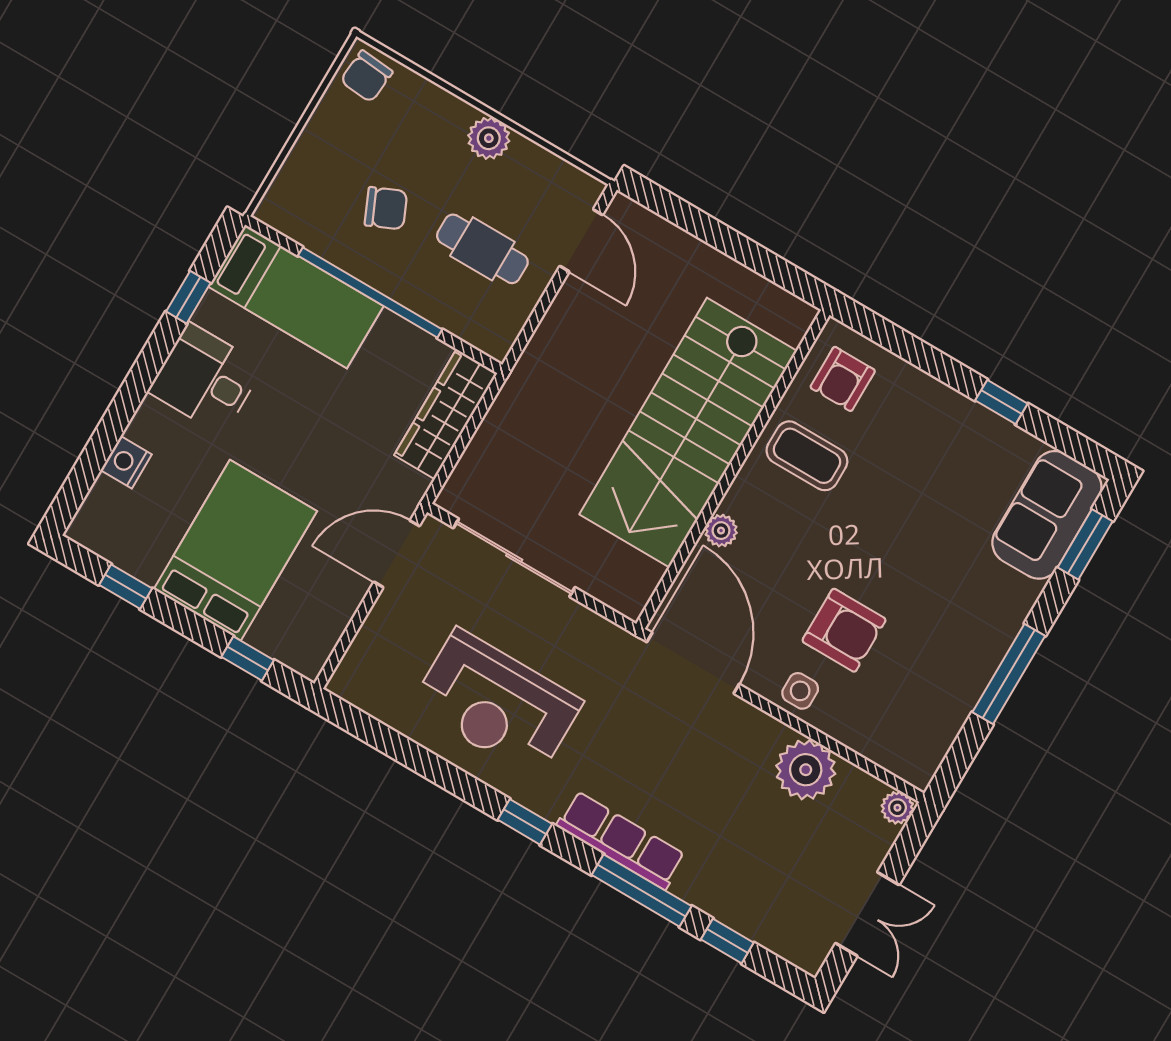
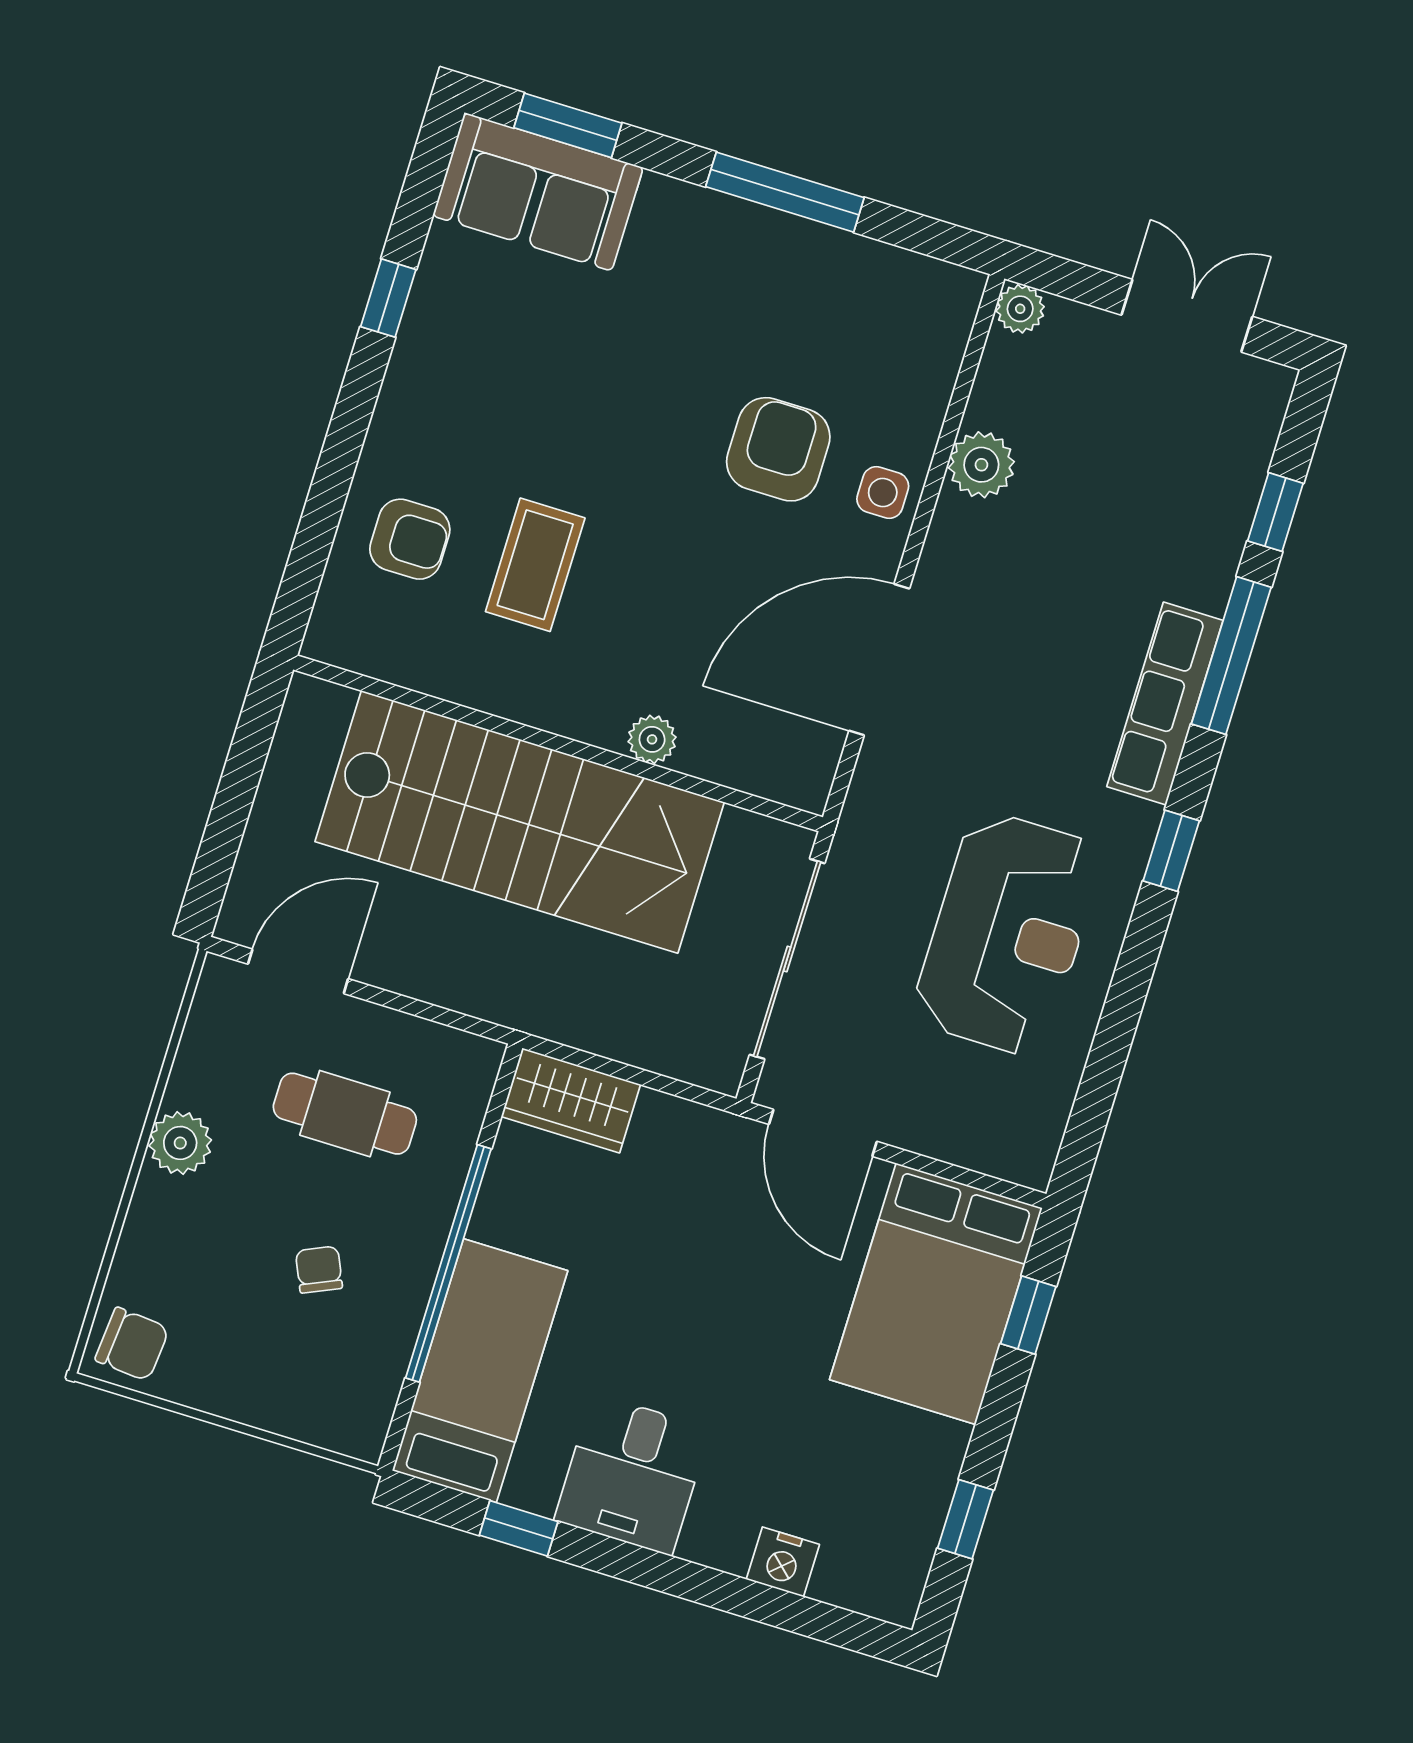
chair: (386, 208) -> (319, 1270), width x0.73, depth x0.73
cafe table: (482, 249) -> (345, 1114), turned 90
wardrobe: (446, 414) -> (571, 1101), width x0.67
stairs: (688, 433) -> (520, 822), moved
wall: (733, 469) -> (558, 743), moved
plant: (721, 531) -> (652, 739), moved
bed: (235, 550) -> (936, 1294), moved, turned -90
plant: (806, 770) -> (981, 465), width x0.73, depth x0.73

